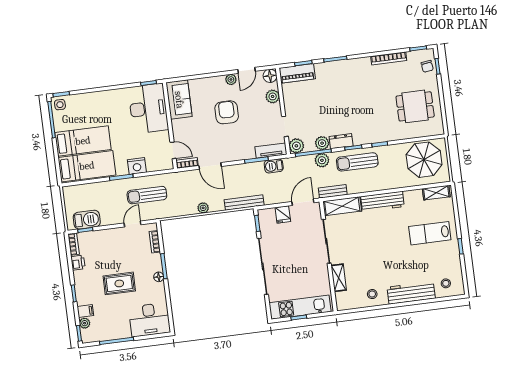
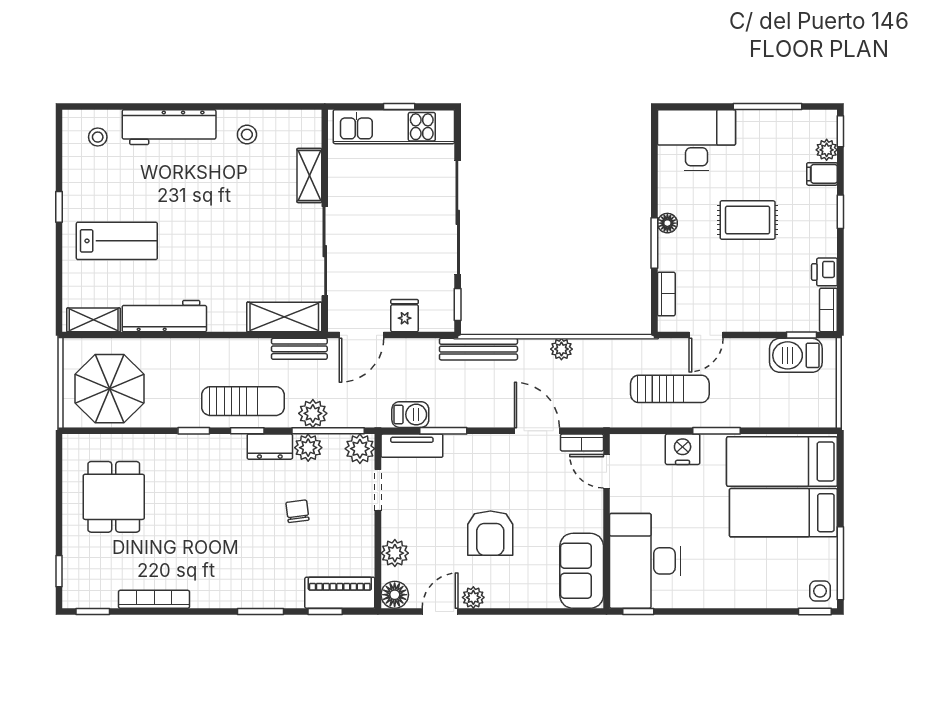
chair: (427, 66) -> (297, 511), moved
dining table: (415, 106) -> (114, 497), turned 90
workbench: (383, 201) -> (164, 316), moved

